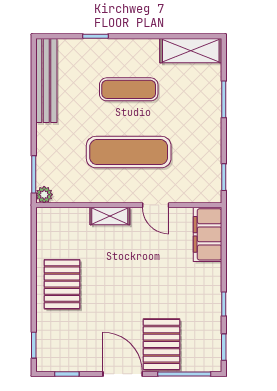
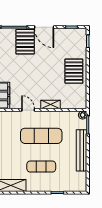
bench: (46, 81) -> (82, 150), moved

